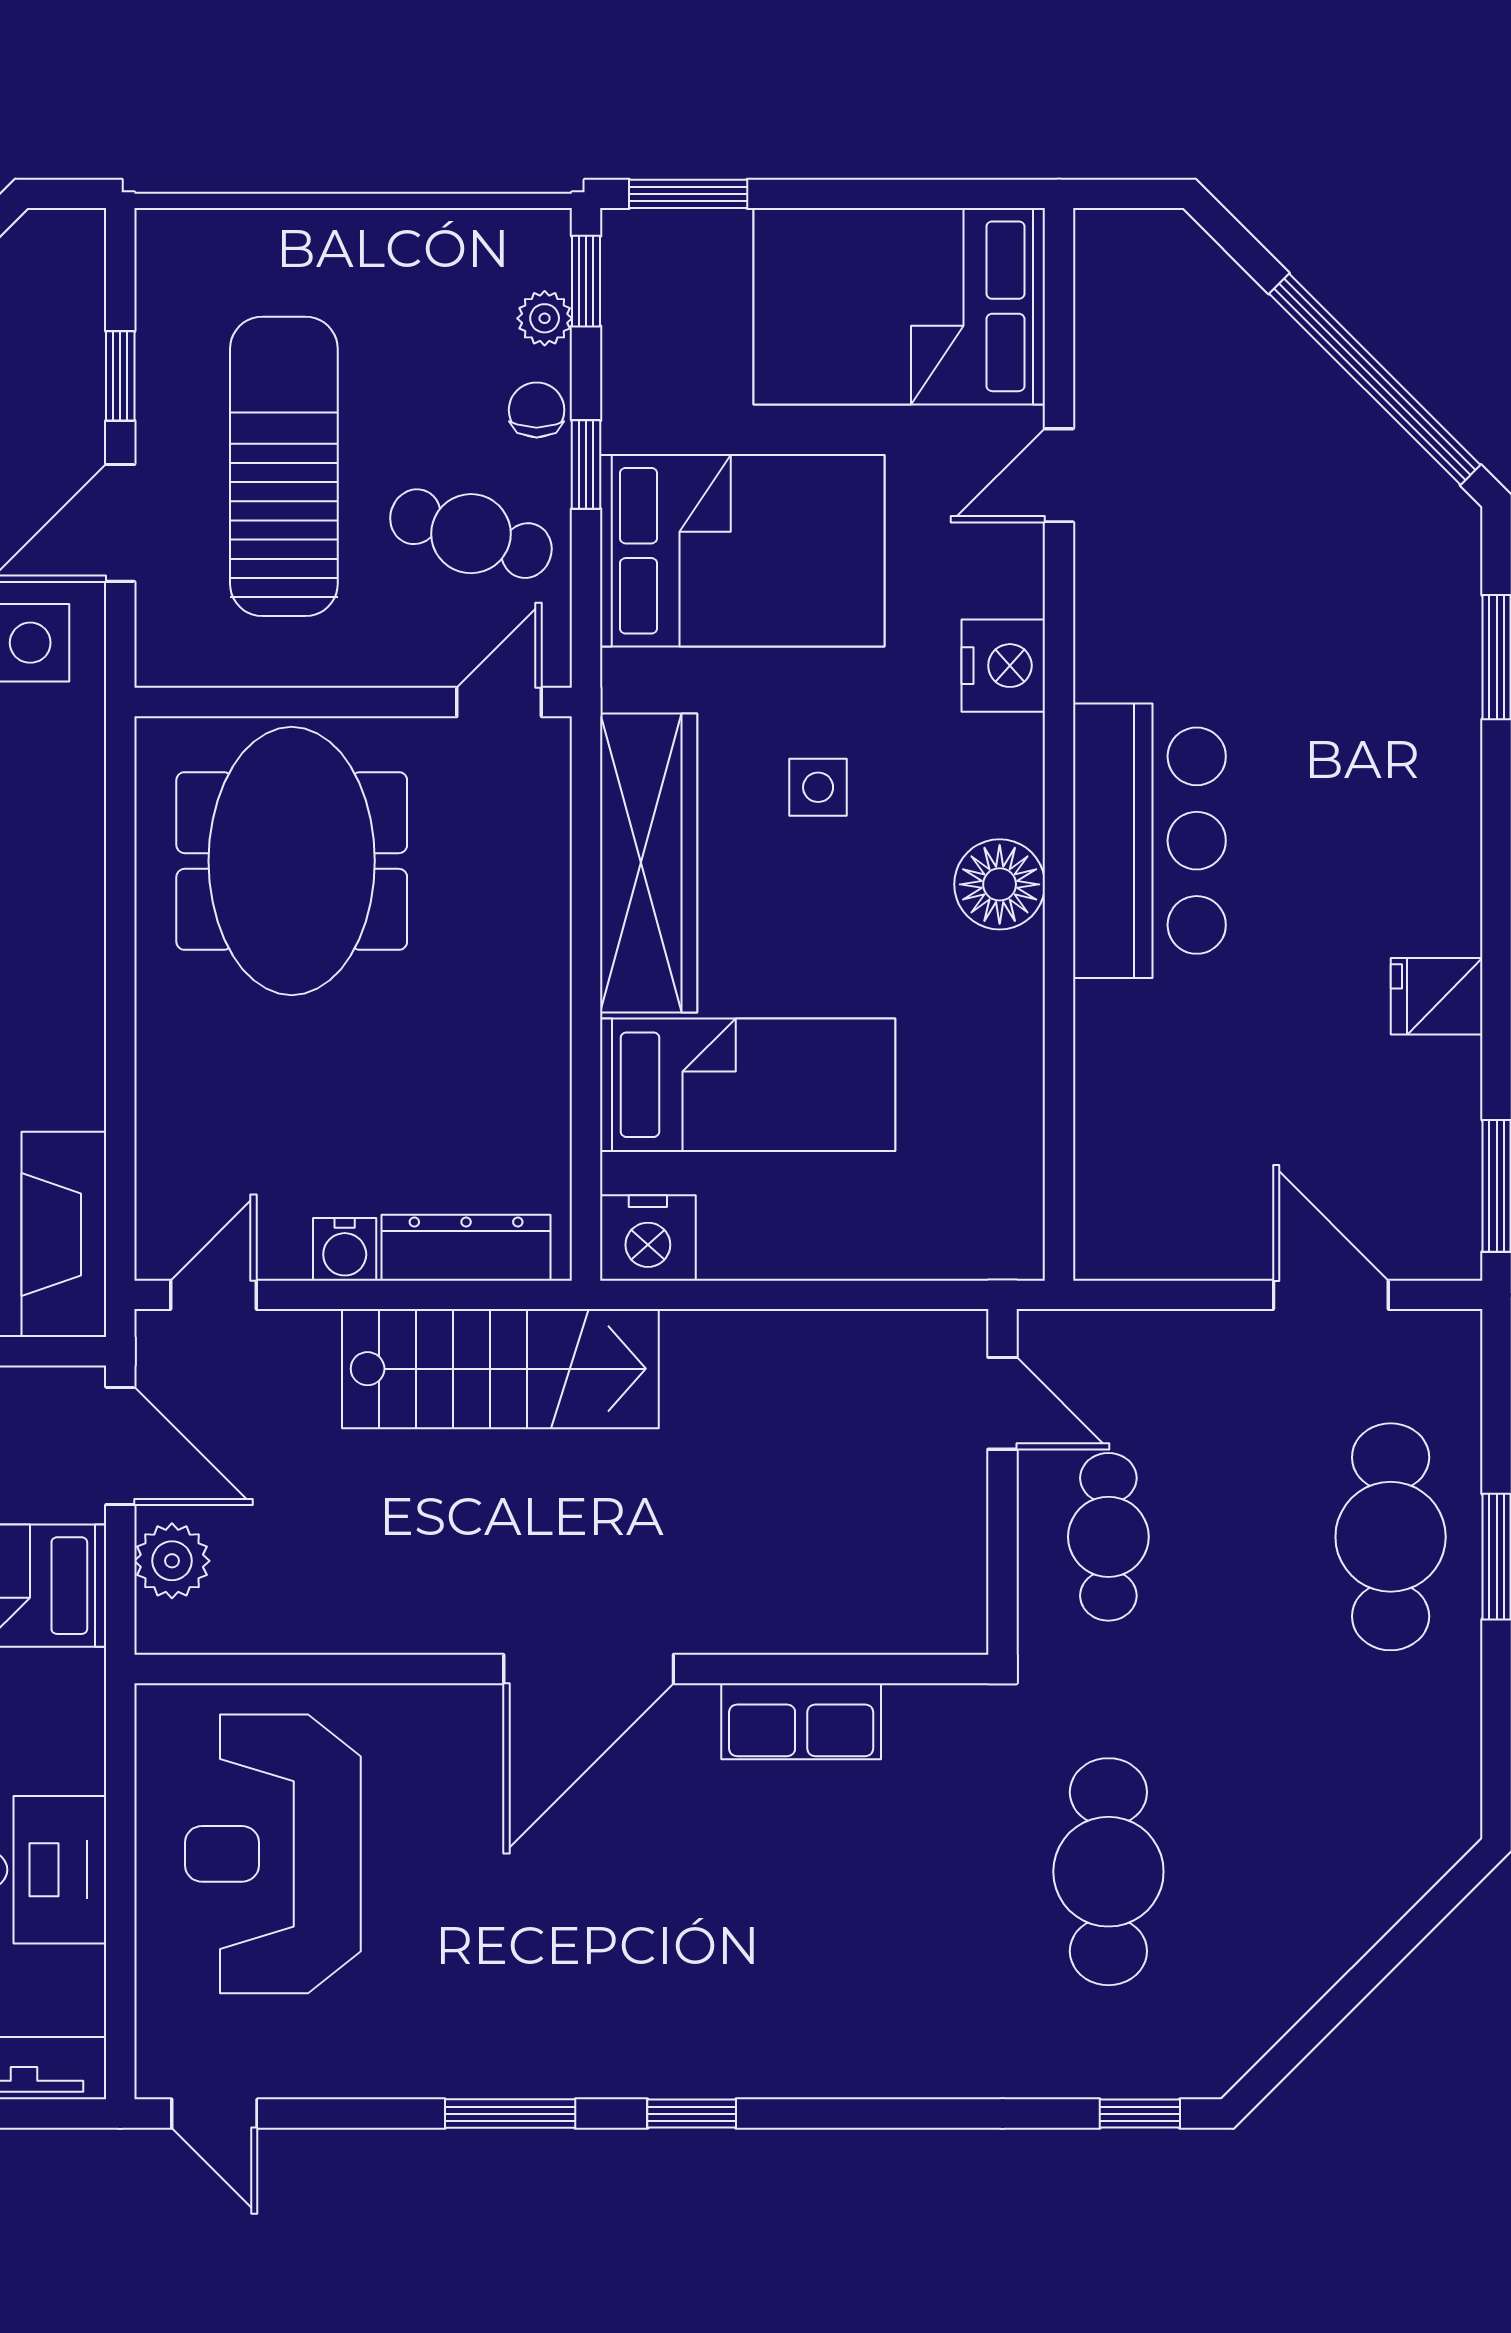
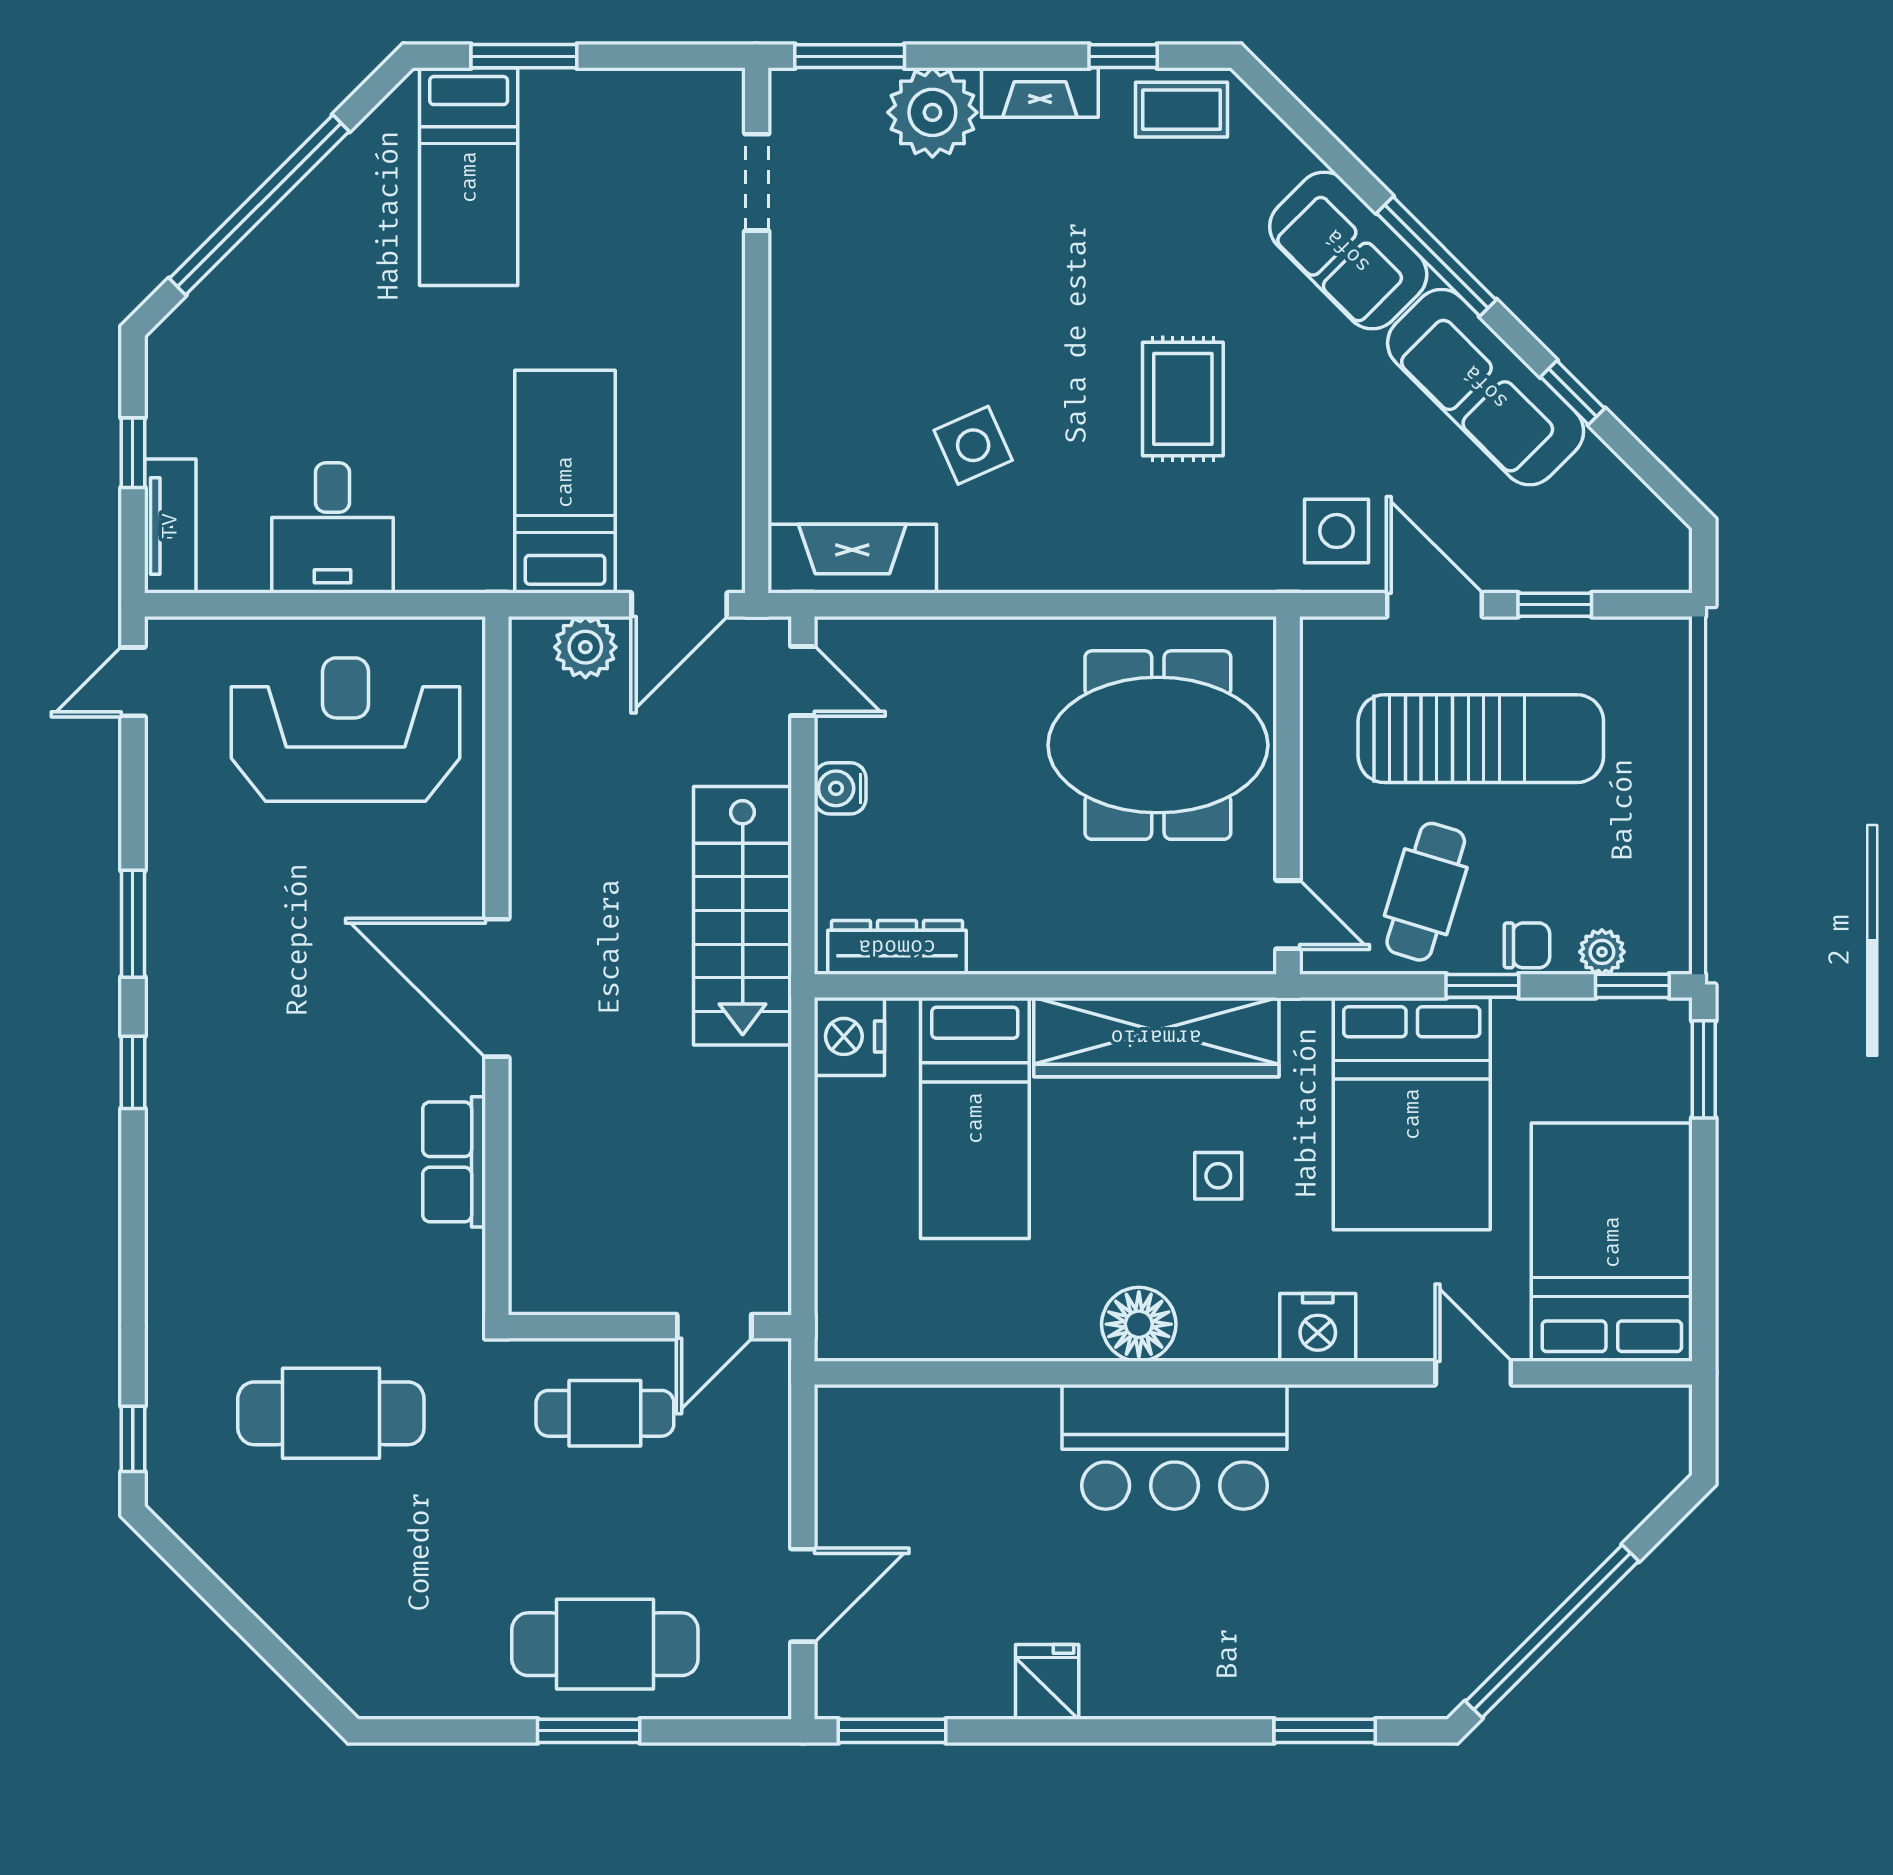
dresser: (466, 1248) -> (897, 947), moved, turned -90

